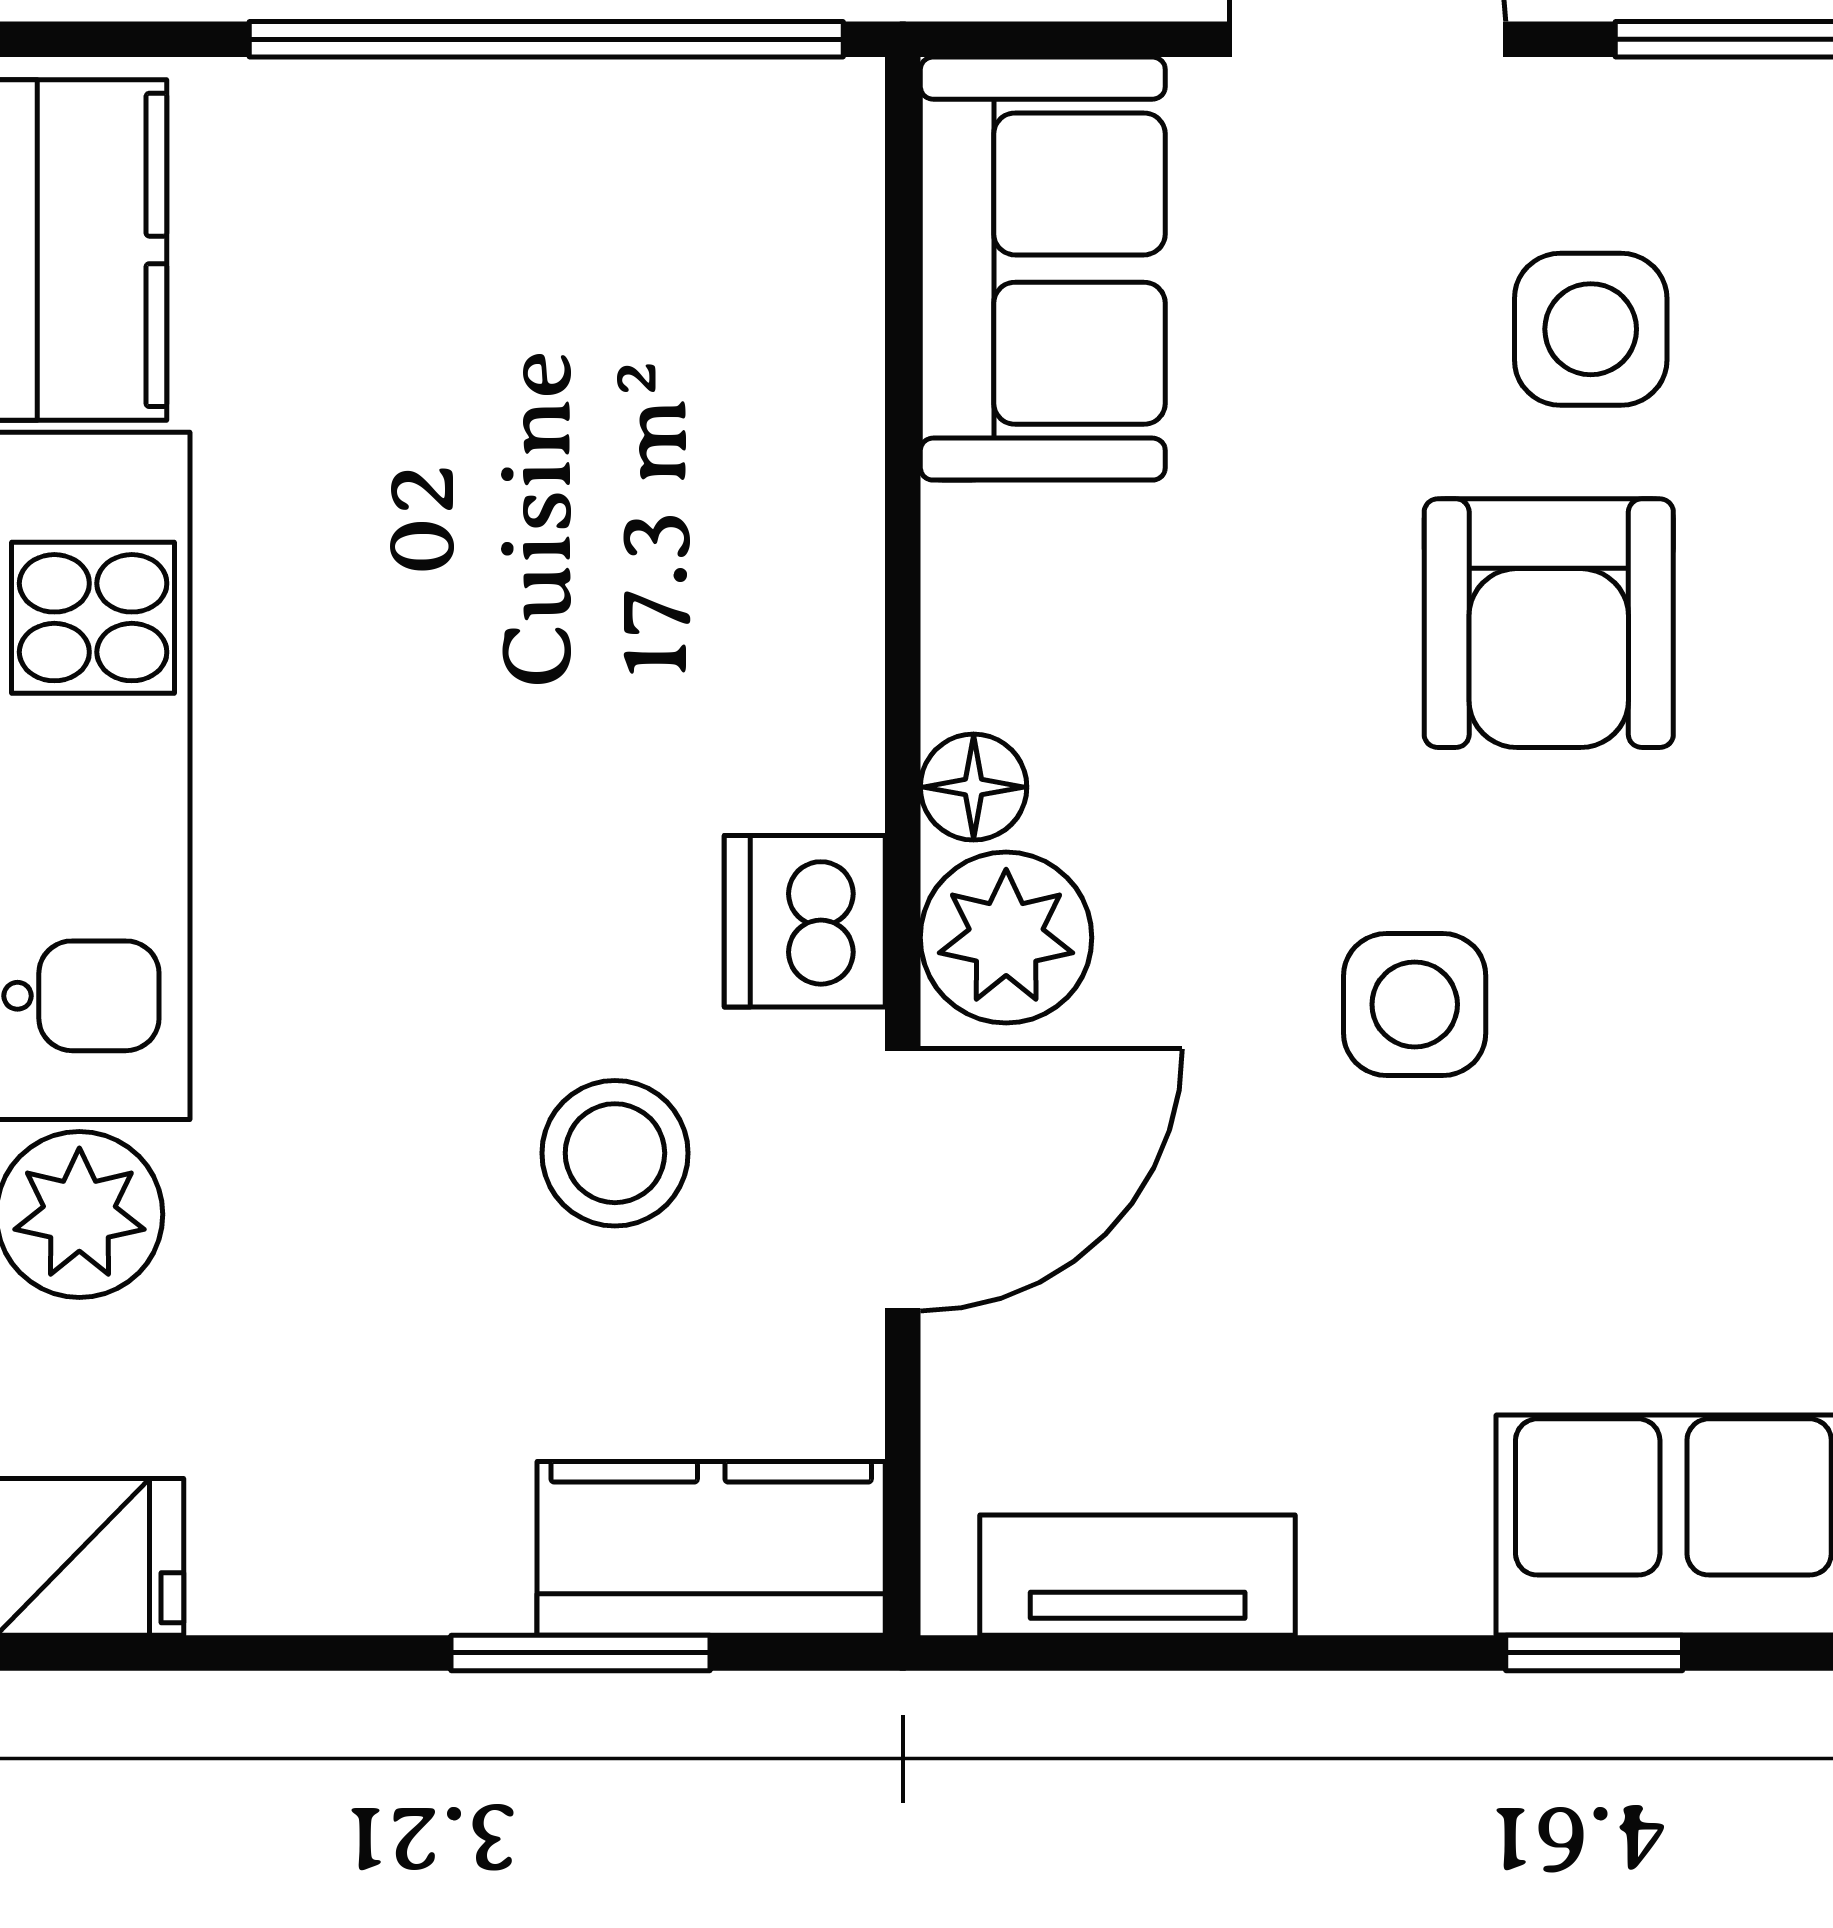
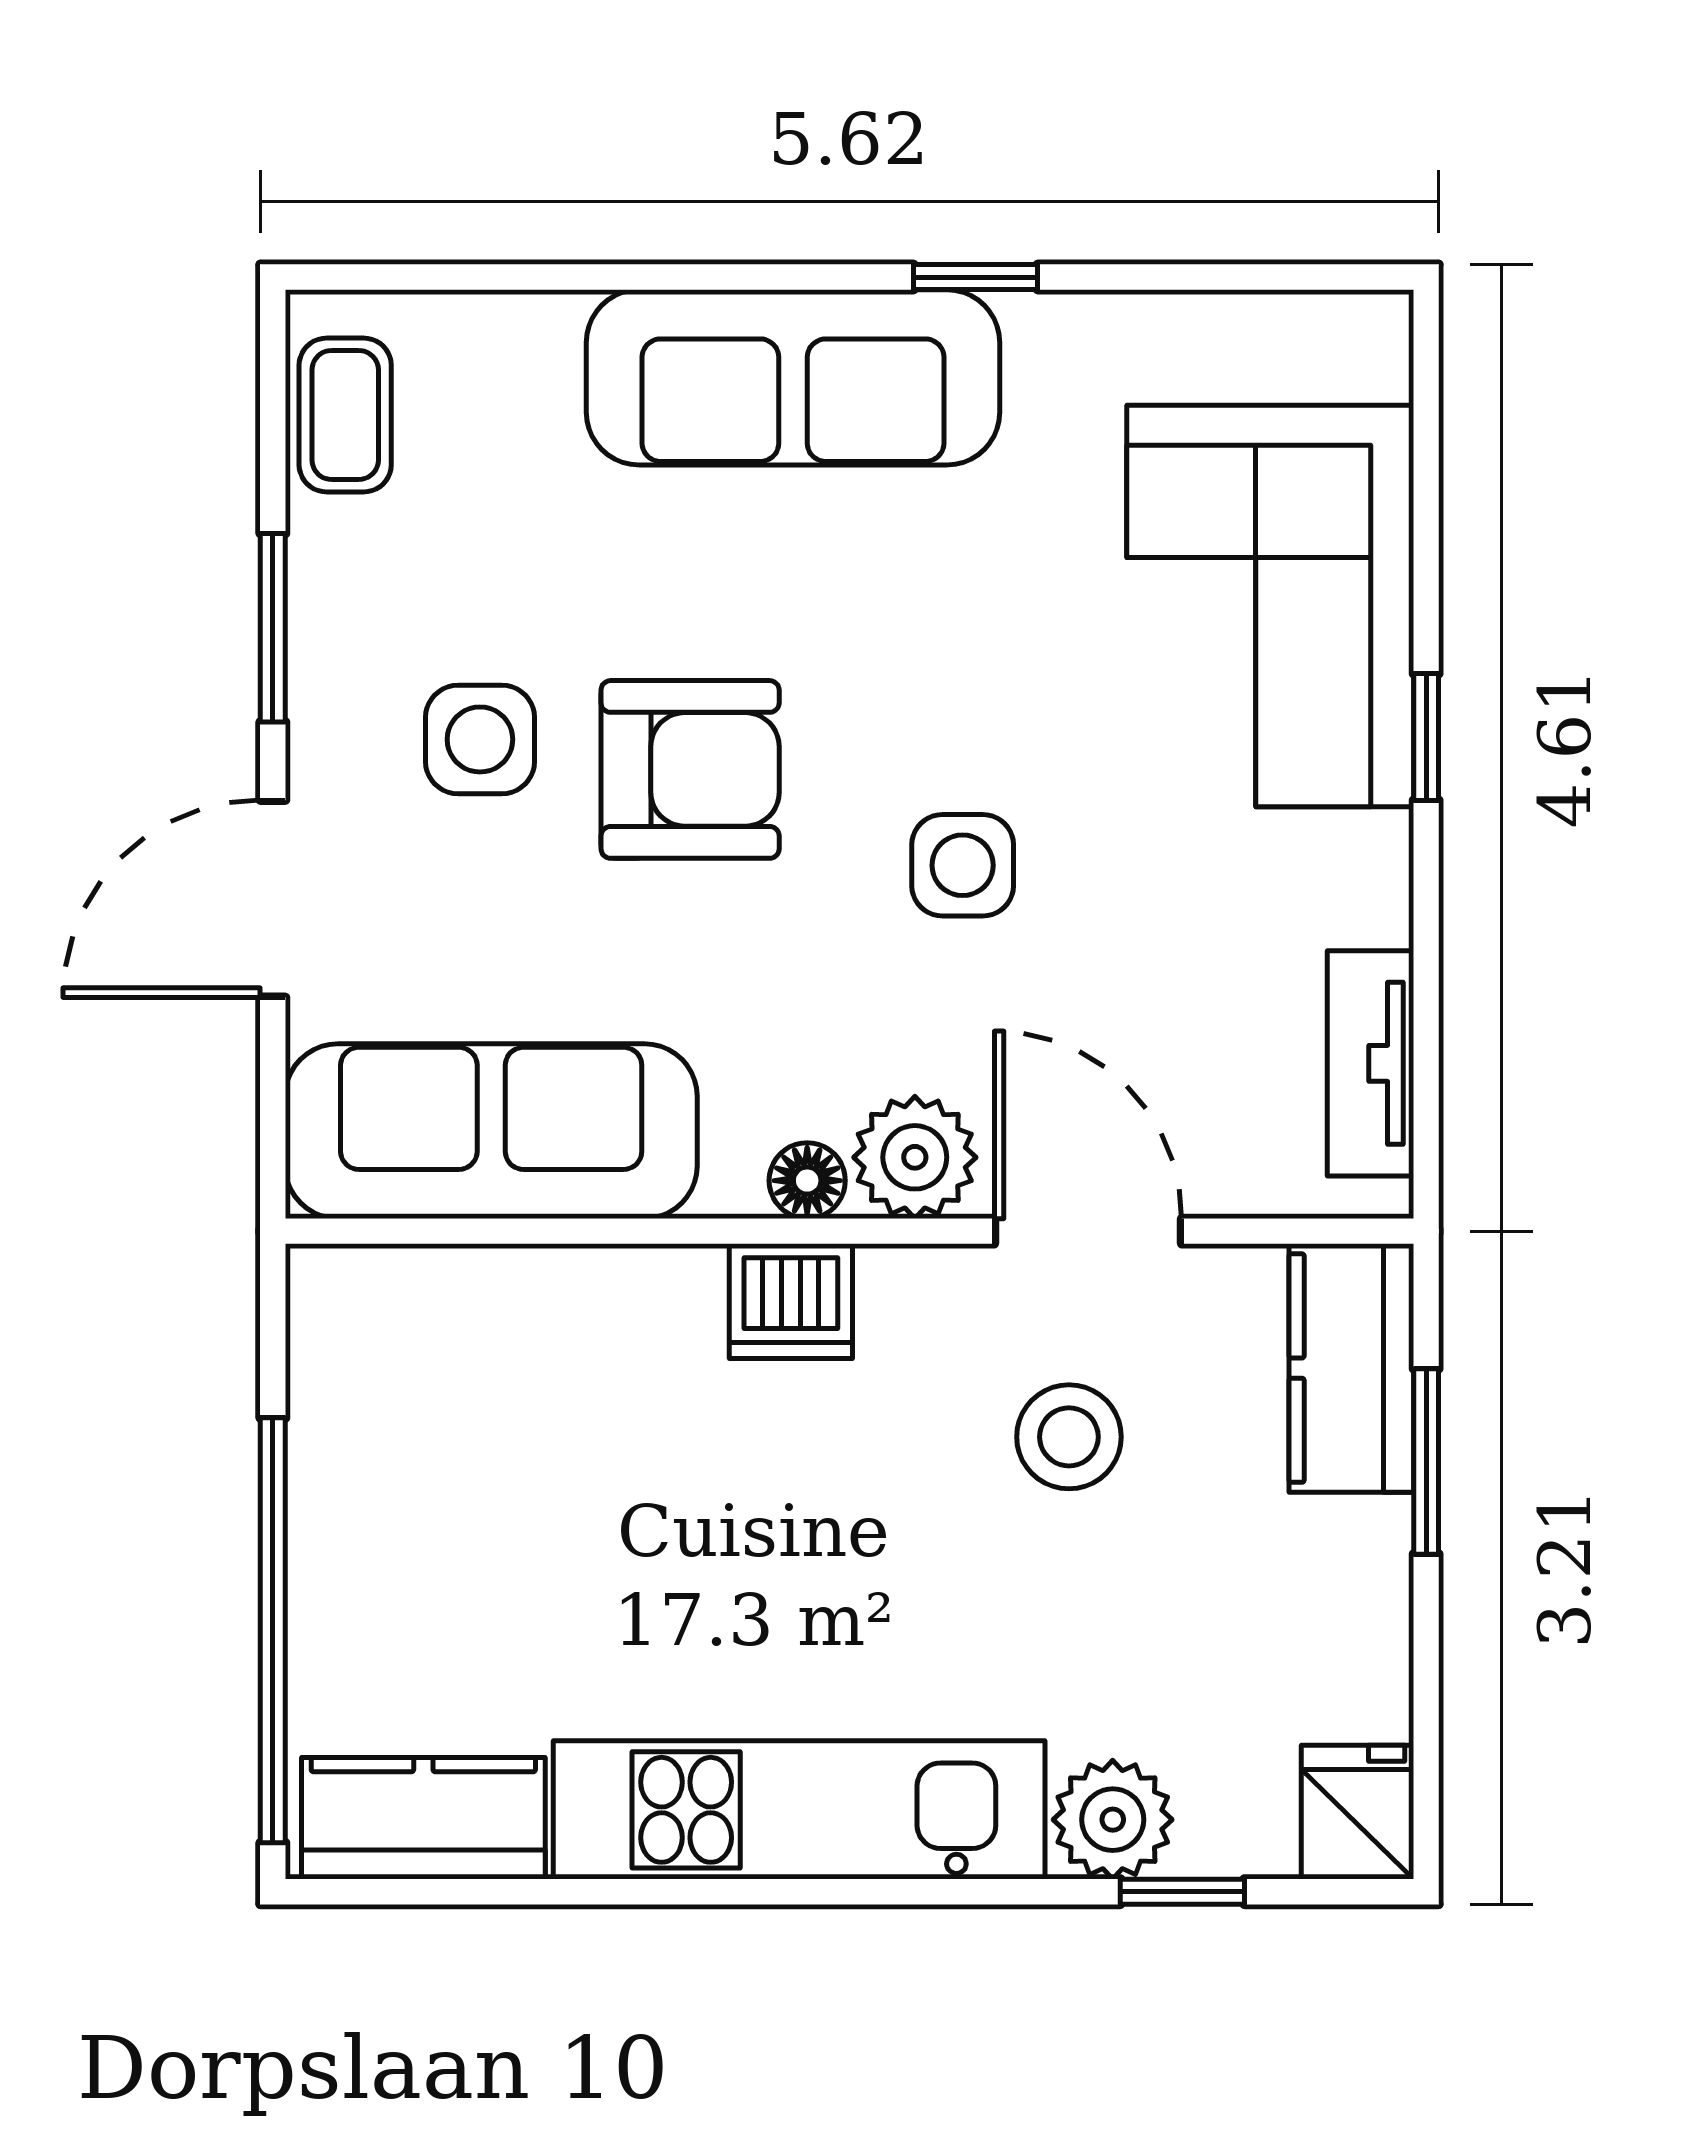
window: (546, 39) -> (273, 1630), moved
sofa: (1043, 269) -> (491, 1131), width x1.36
dishwasher: (805, 921) -> (791, 1301), moved

